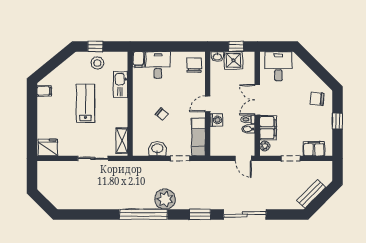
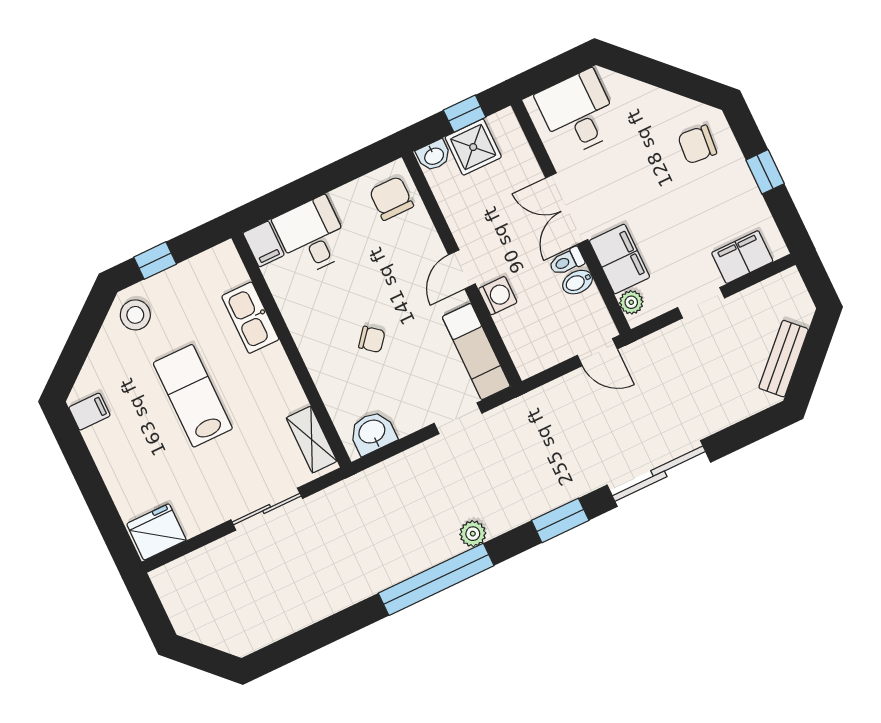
stool: (97, 63) -> (135, 315), moved
washbasin: (157, 149) -> (372, 433), moved
plant: (165, 199) -> (473, 534), width x0.53, depth x0.53

